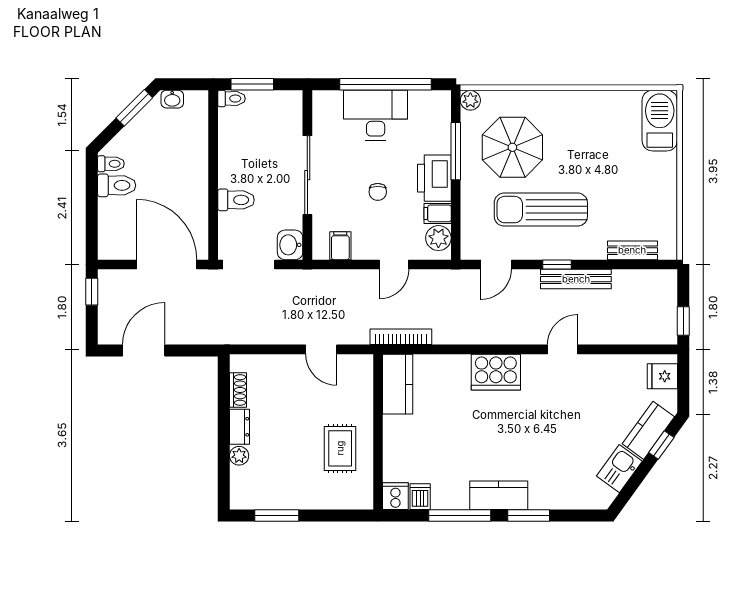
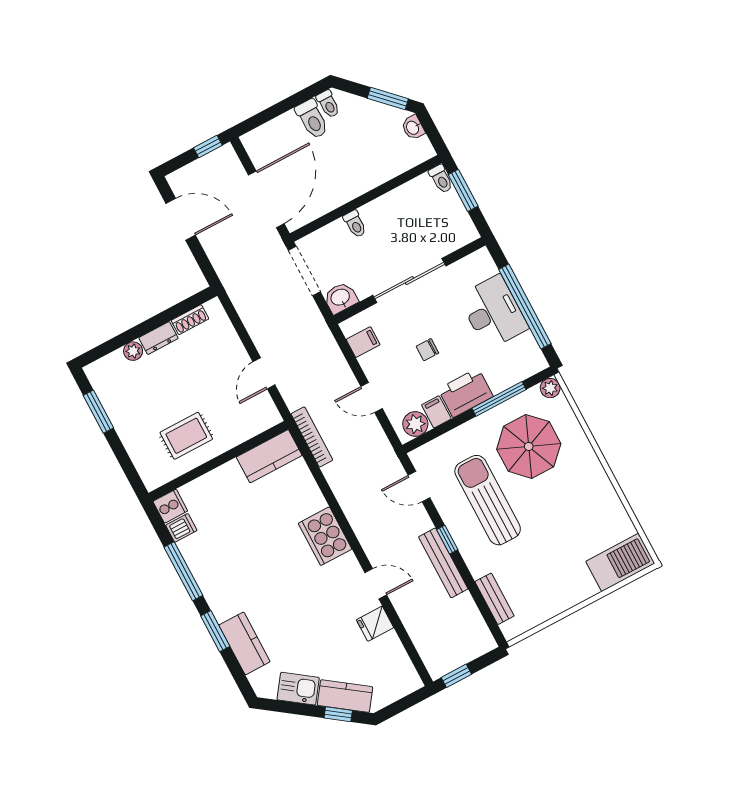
toilet: (236, 200) -> (355, 224), width x0.73, depth x0.72
fridge: (662, 376) -> (375, 624), moved, turned -90
kitchen counter: (499, 495) -> (244, 643), moved

